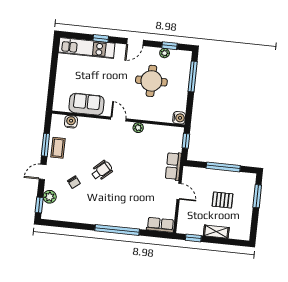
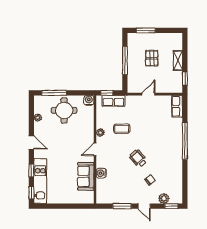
window: (169, 46) -> (31, 193), moved
round table: (151, 81) -> (64, 110), moved
water cooler: (71, 122) -> (101, 173), moved
coffee table: (58, 148) -> (122, 129), moved
row of seats: (173, 166) -> (114, 101), moved

